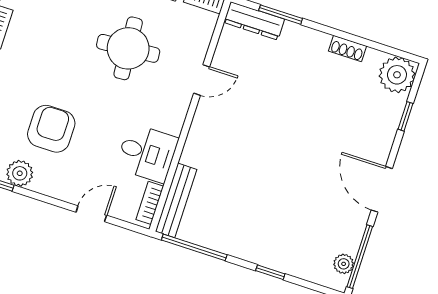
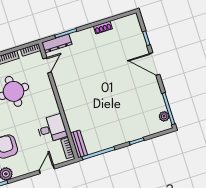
plant: (397, 75) -> (131, 24), removed
door: (202, 80) -> (47, 65), moved
door: (382, 189) -> (154, 64), moved
bench: (176, 200) -> (79, 144), width x0.73

